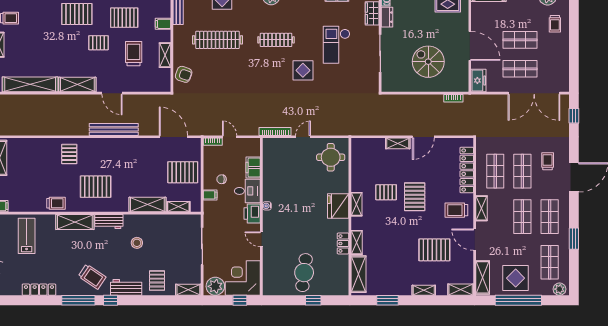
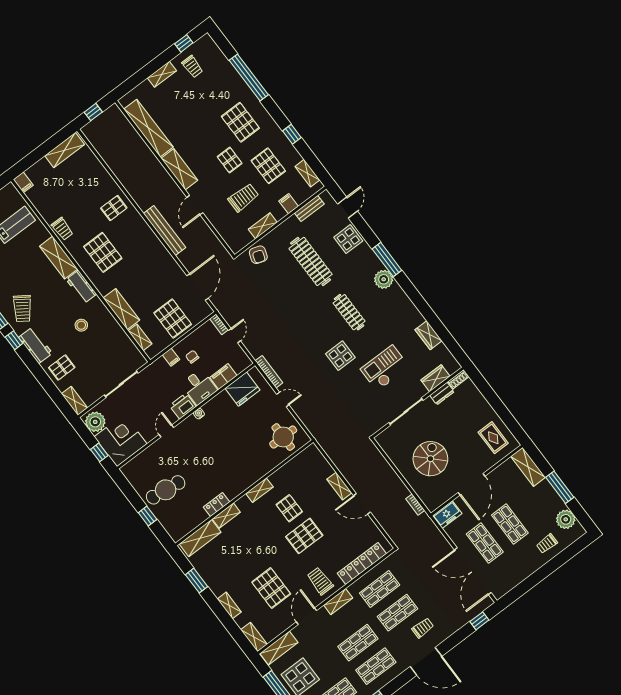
fridge: (338, 206) -> (243, 389), moved, turned 180

